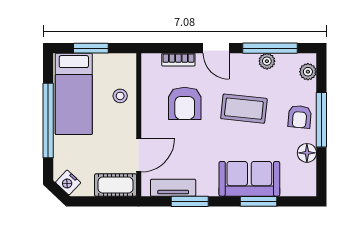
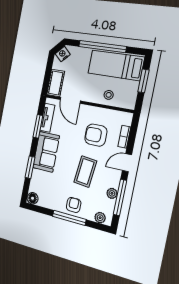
armchair: (300, 117) -> (74, 205), turned 85
floor lamp: (307, 153) -> (33, 198), moved
sofa: (249, 179) -> (46, 152), moved

